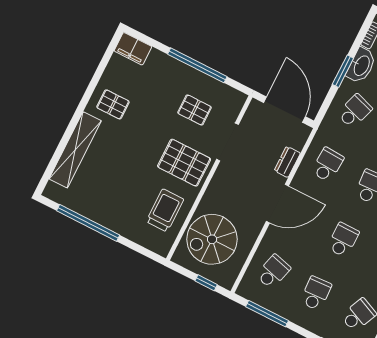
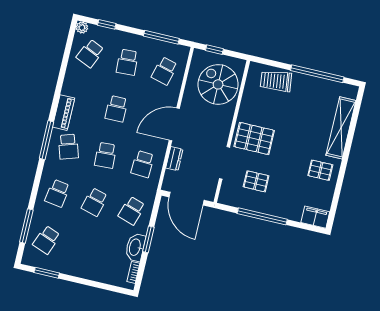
trolley: (165, 210) -> (276, 81), moved, turned 83
spiral stairs: (212, 239) -> (218, 84), turned -90

